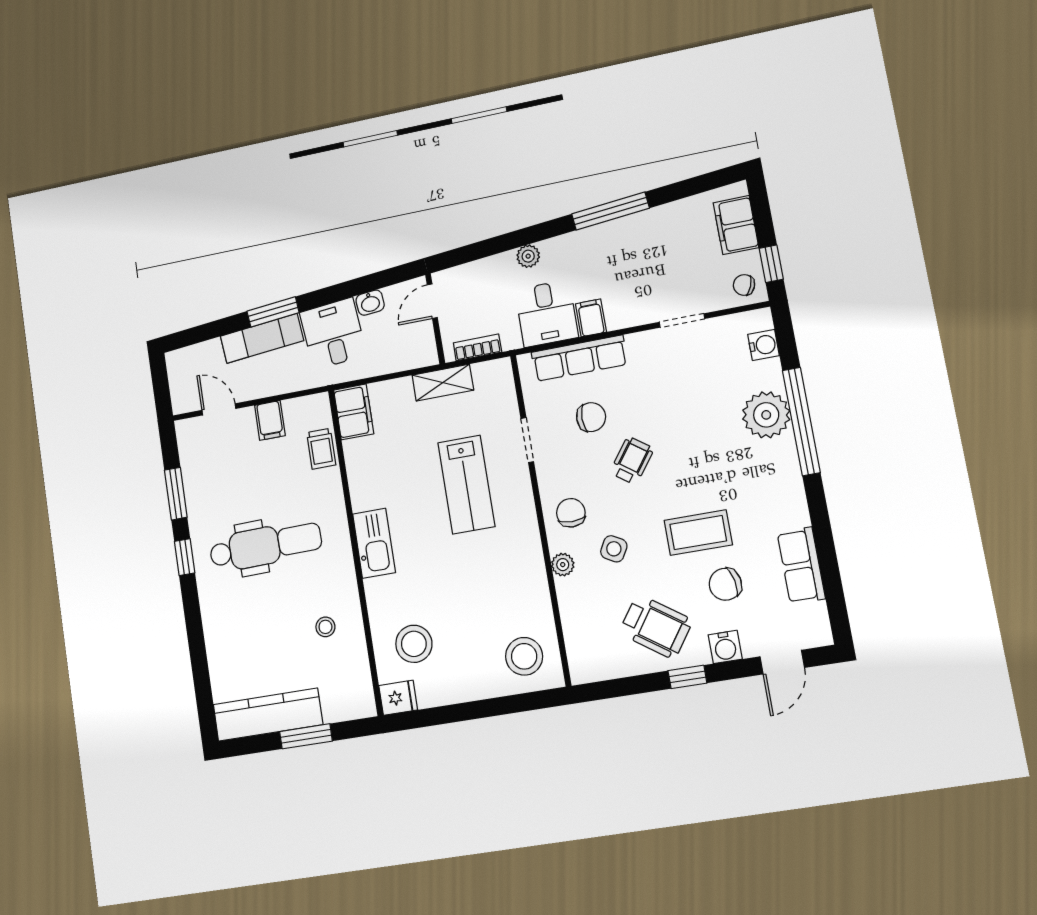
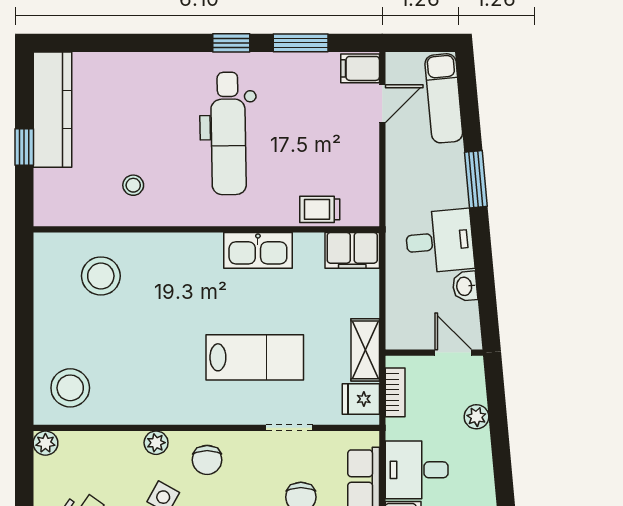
plant: (528, 256) -> (476, 417), moved
exam couch: (262, 338) -> (444, 98), moved
filing cabinet: (270, 420) -> (360, 68), moved
lab bench: (466, 485) -> (255, 357), turned 180
chair: (571, 513) -> (207, 460), turned 90
kitchen sink: (374, 543) -> (258, 250), moved
plant: (581, 672) -> (45, 443), added
fridge: (398, 698) -> (361, 399), moved, turned 90
window: (306, 736) -> (24, 147), width x0.67

